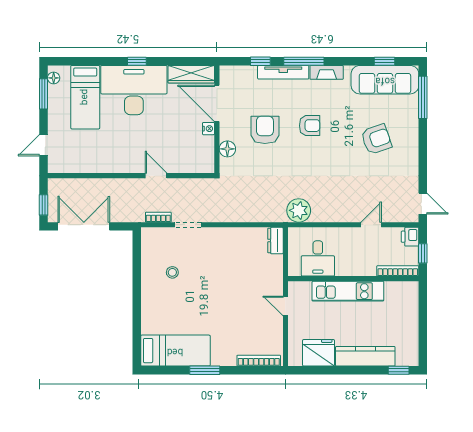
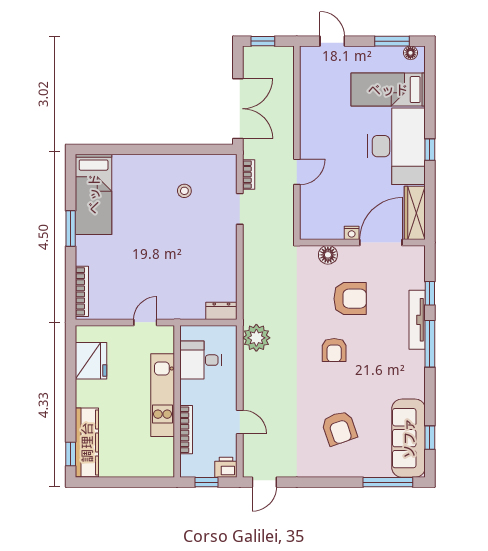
fireplace: (327, 72) -> (417, 370), removed
armchair: (310, 126) -> (334, 350), moved
double door: (84, 226) -> (238, 109), moved
bookcase: (398, 271) -> (186, 430), moved
kitchen counter: (365, 356) -> (87, 442), moved

